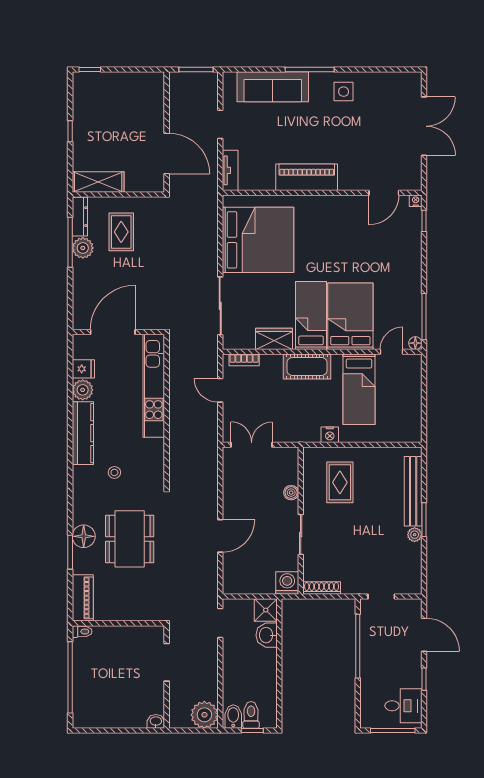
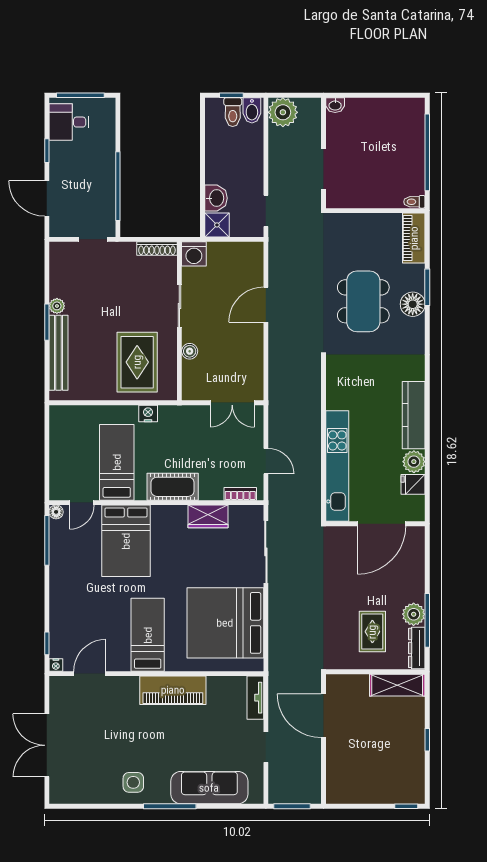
bed: (311, 316) -> (148, 635), moved, turned 180
stool: (114, 472) -> (380, 373), removed
rug: (340, 482) -> (137, 362), width x1.36, depth x1.43

